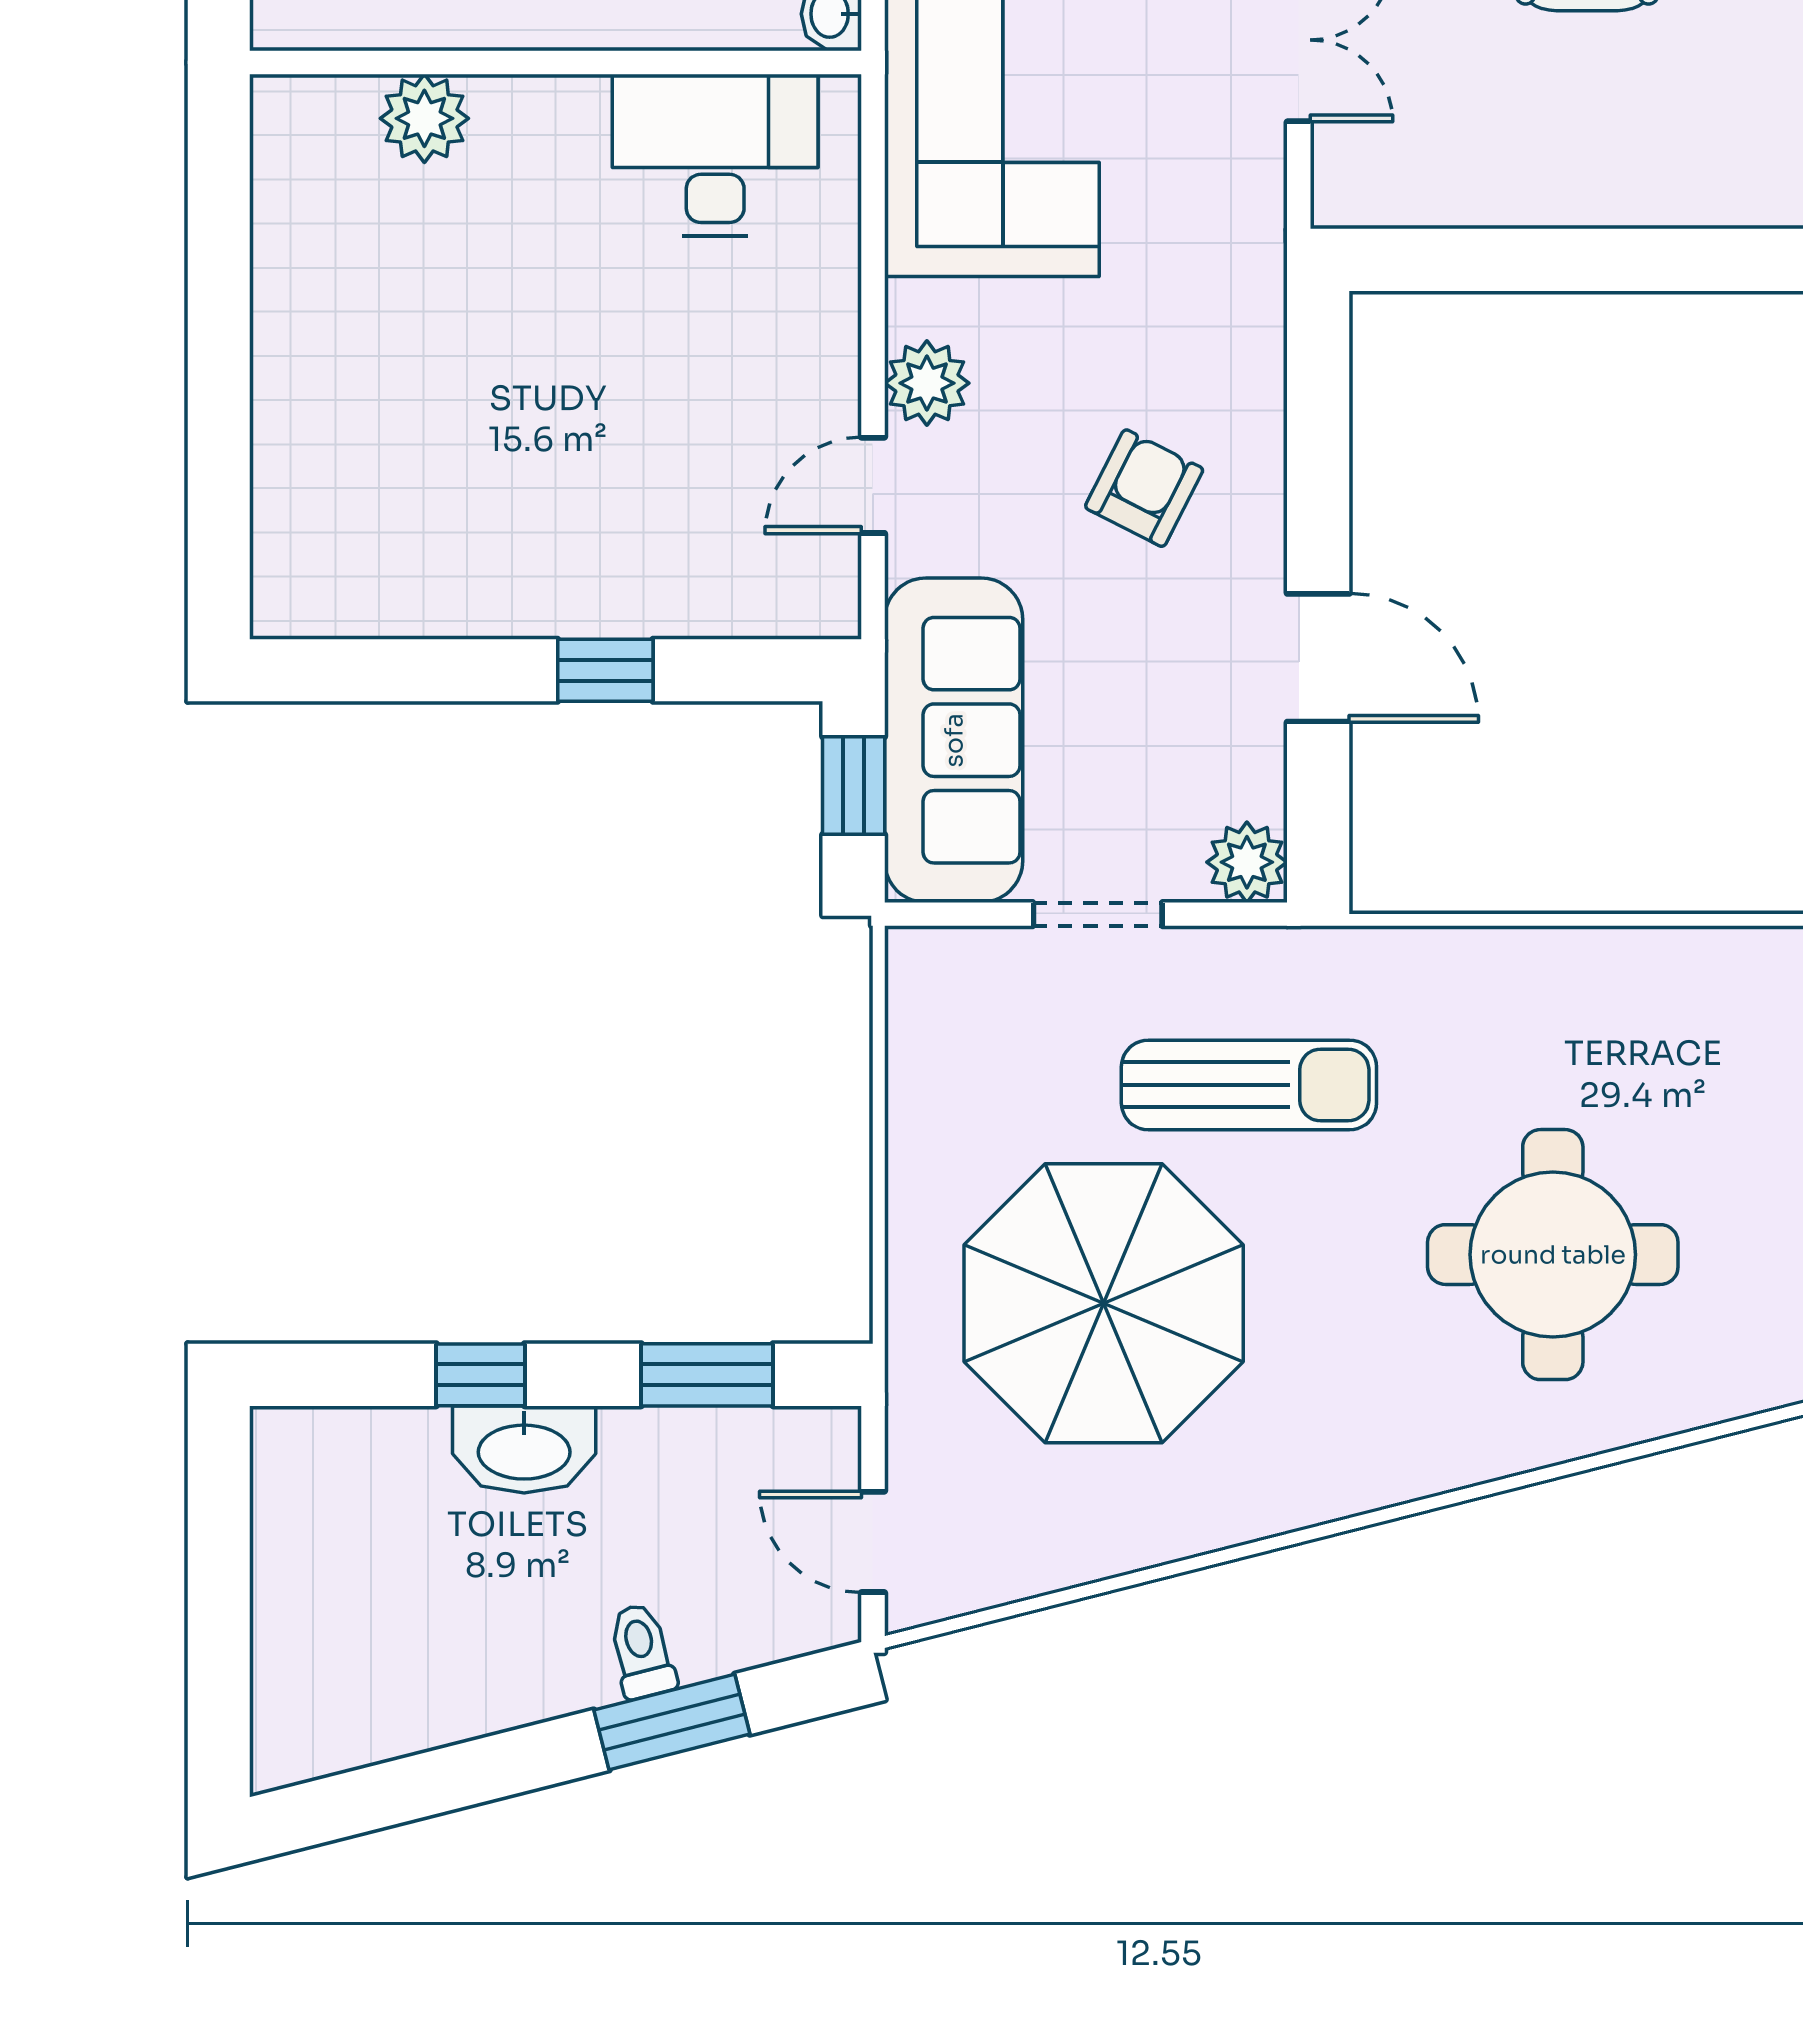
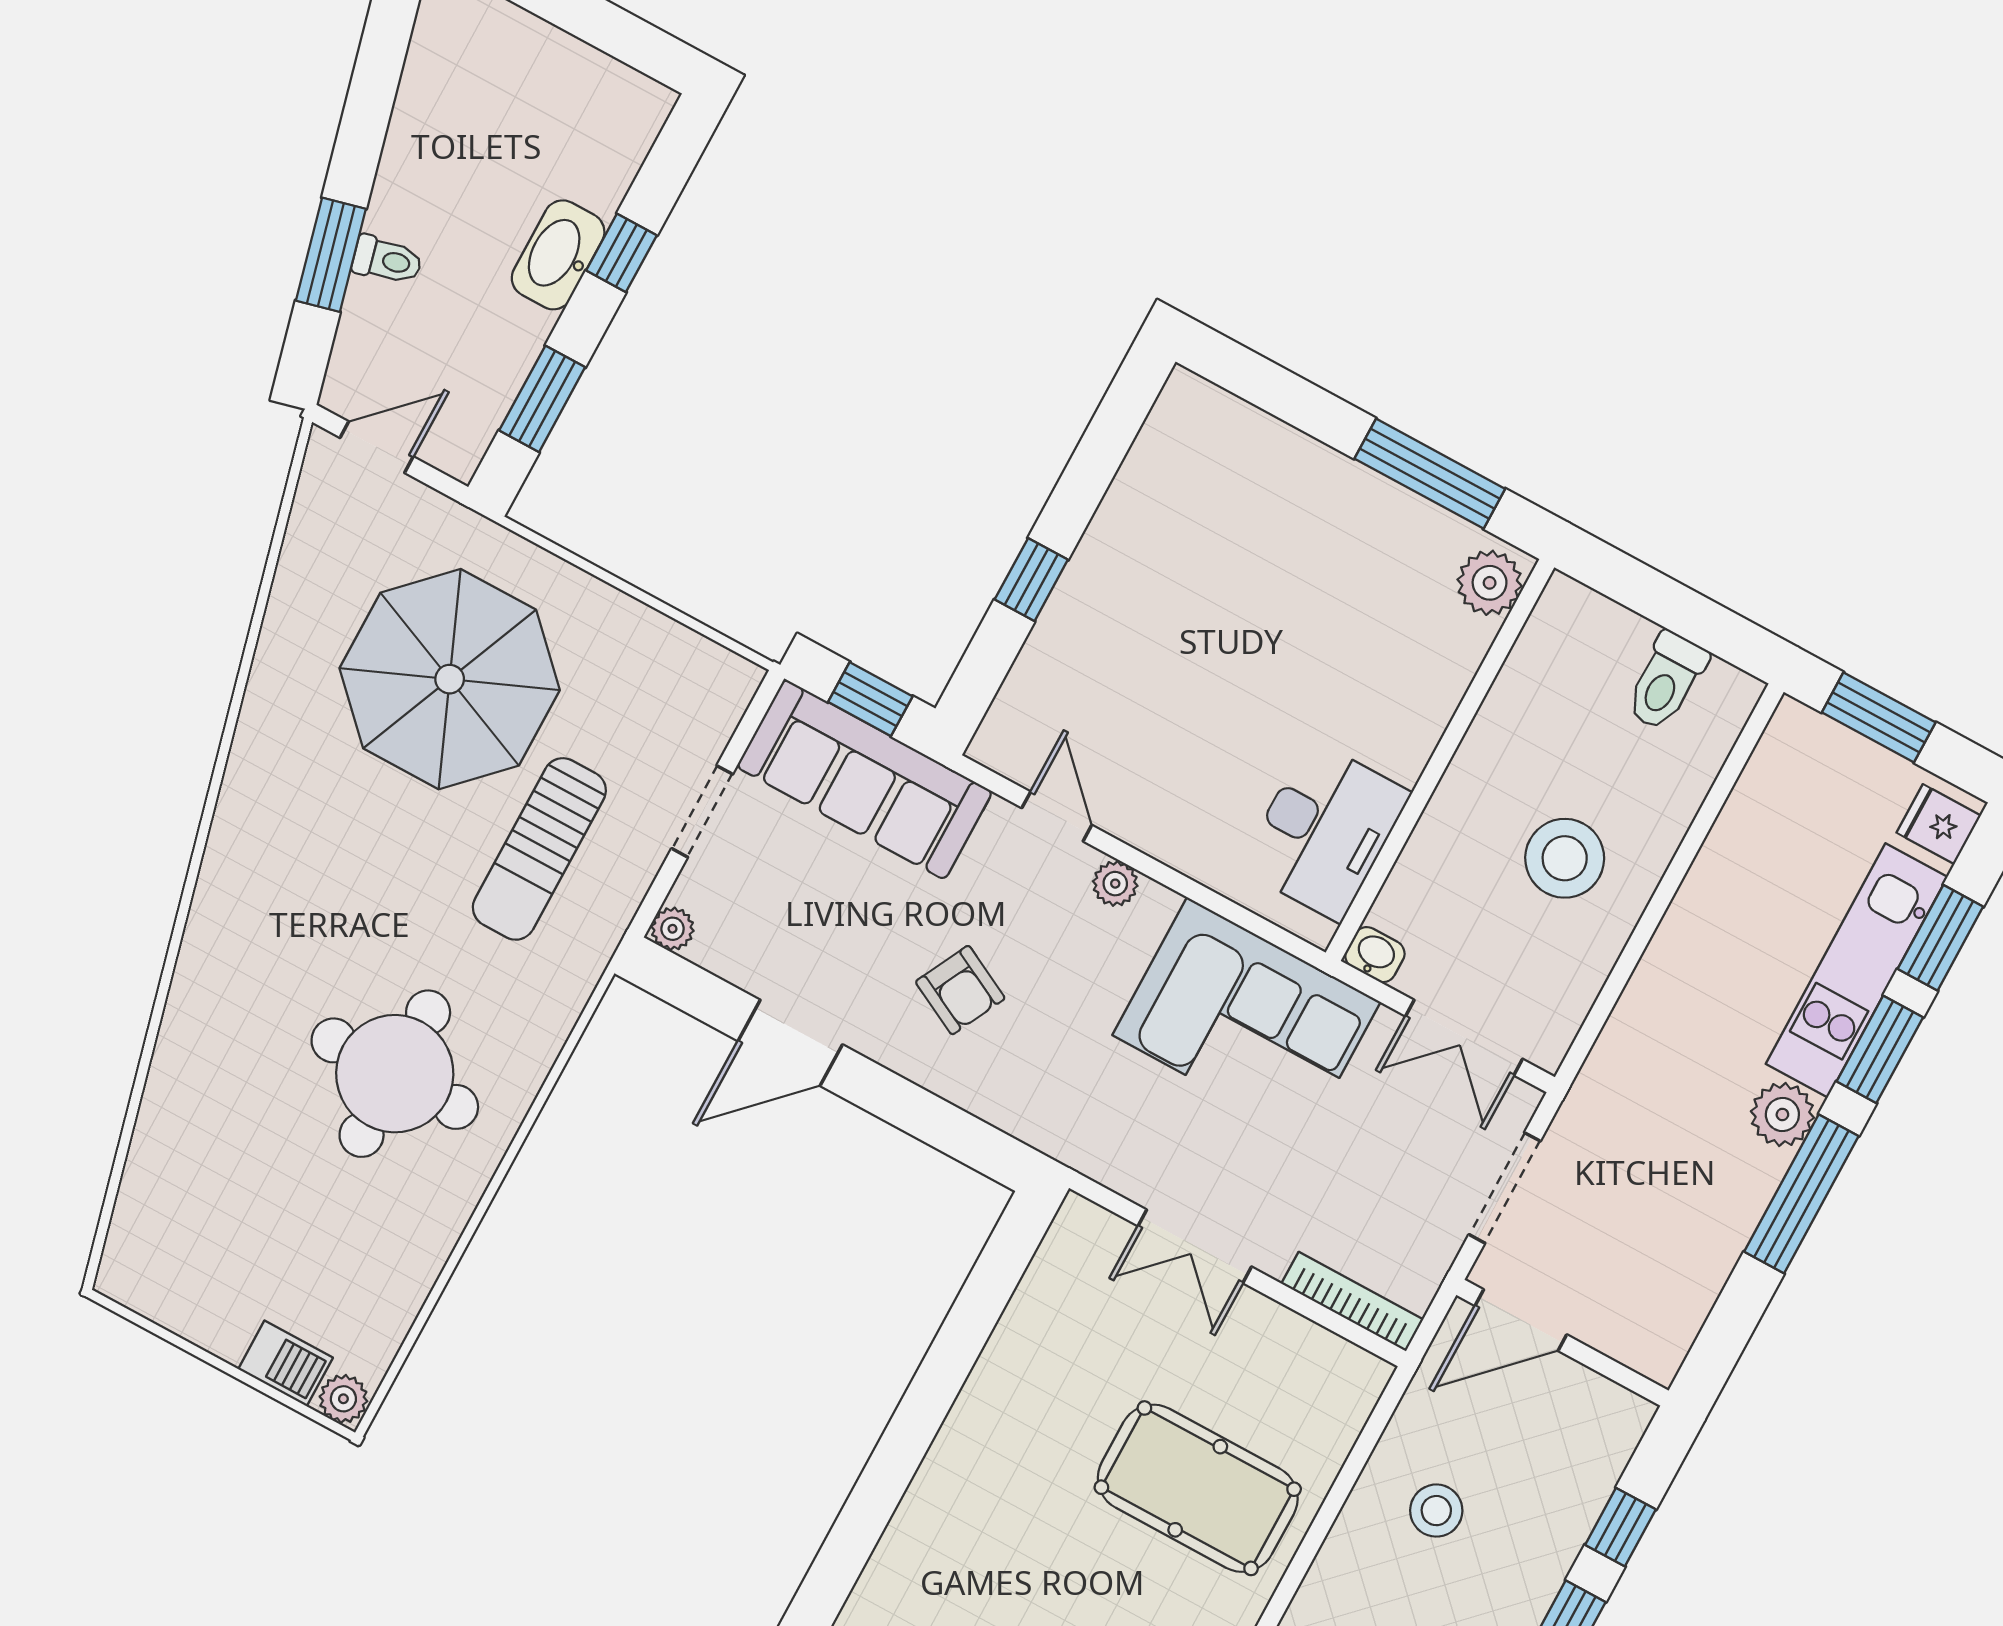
plant: (424, 118) -> (1490, 583), moved
window: (219, 261) -> (1430, 474), added
plant: (927, 383) -> (1115, 884), width x0.73, depth x0.73
plant: (1247, 862) -> (673, 929), width x0.73, depth x0.73
round table: (1553, 1255) -> (395, 1074), moved

